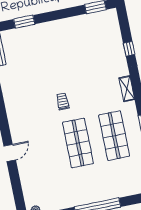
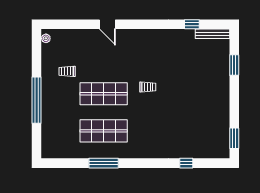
shelving: (127, 89) -> (147, 153), removed
trolley: (63, 183) -> (67, 71), added

